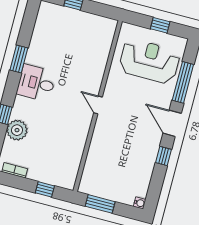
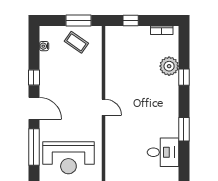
desk: (36, 83) -> (163, 152), moved
coffee table: (109, 181) -> (76, 42), added
water cooler: (140, 203) -> (44, 46), moved

